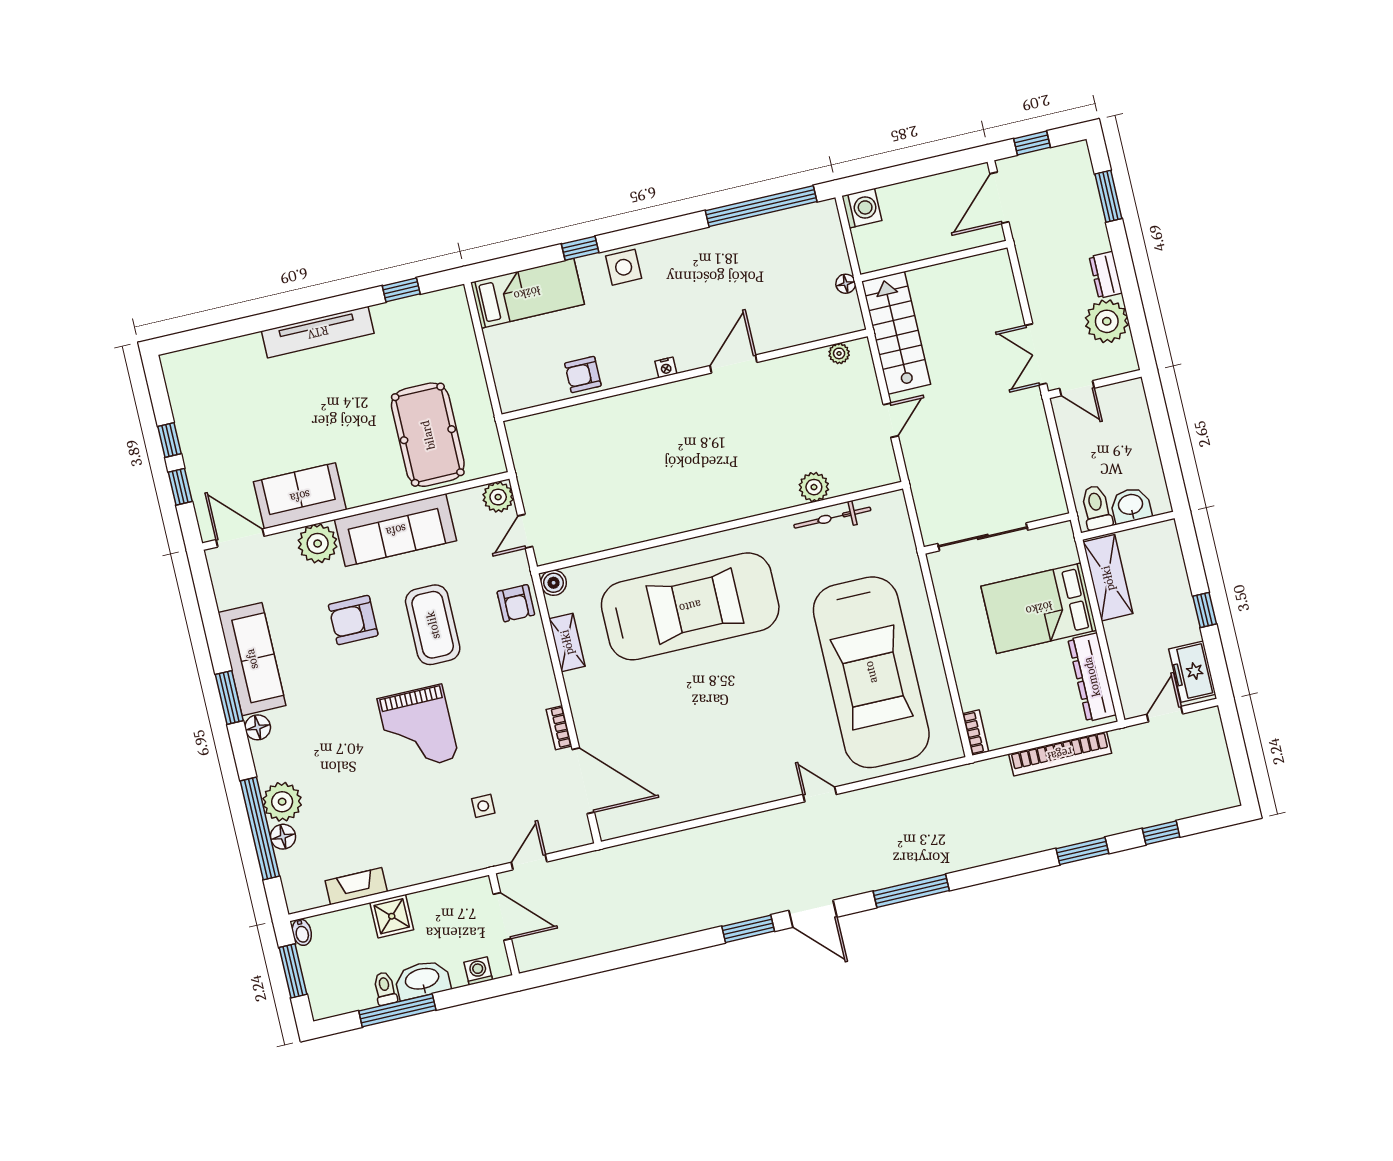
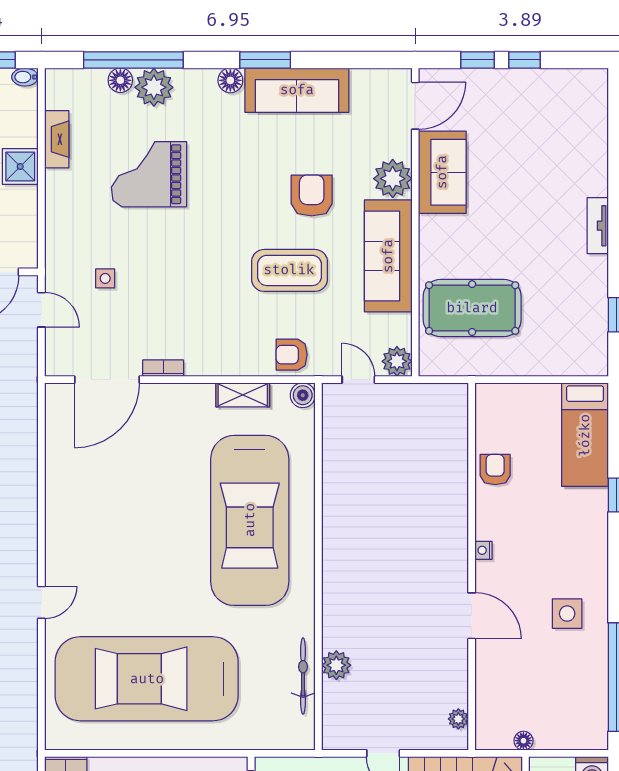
side table: (624, 267) -> (567, 614), moved
tv unit: (318, 332) -> (598, 226), width x0.52, depth x0.78
grand piano: (418, 729) -> (149, 174), moved

